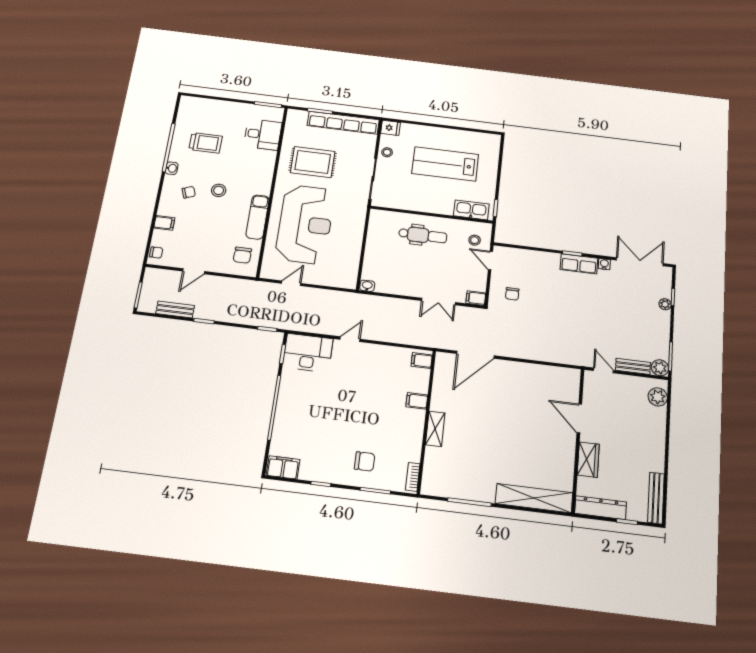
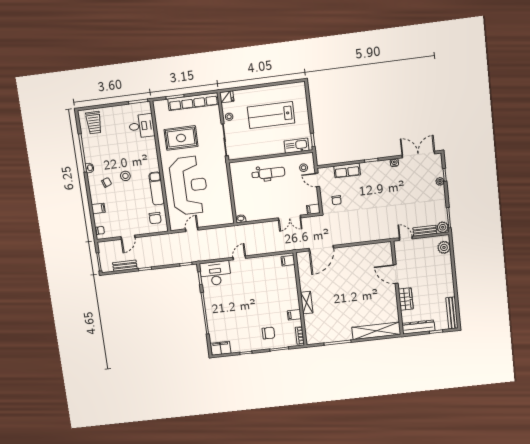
trolley: (206, 143) -> (94, 123), moved, turned 90
row of seats: (579, 264) -> (347, 170), moved
filing cabinet: (417, 401) -> (294, 315), moved

